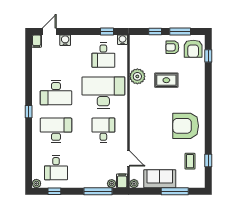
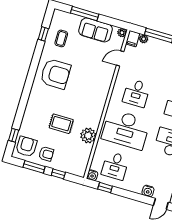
desk: (103, 55) -> (115, 166), turned 180
door: (128, 159) -> (120, 58), hinge flipped

